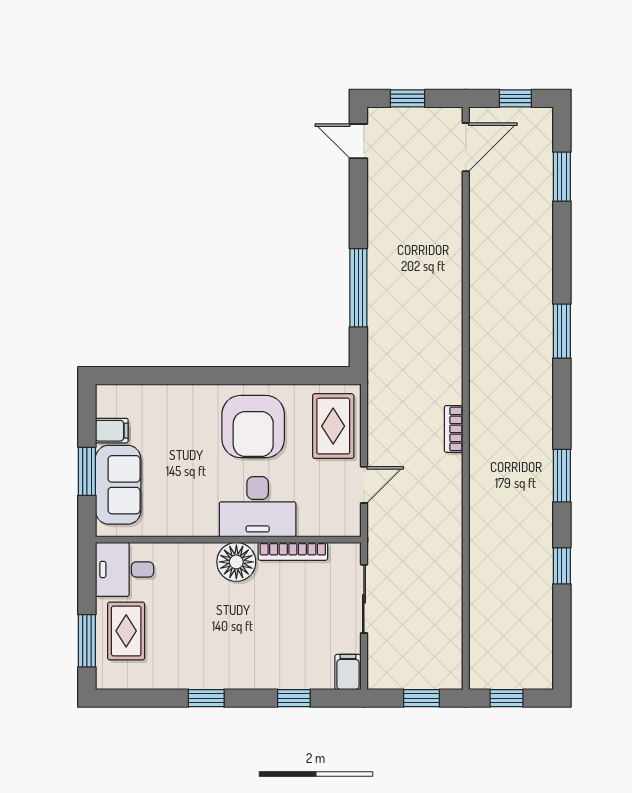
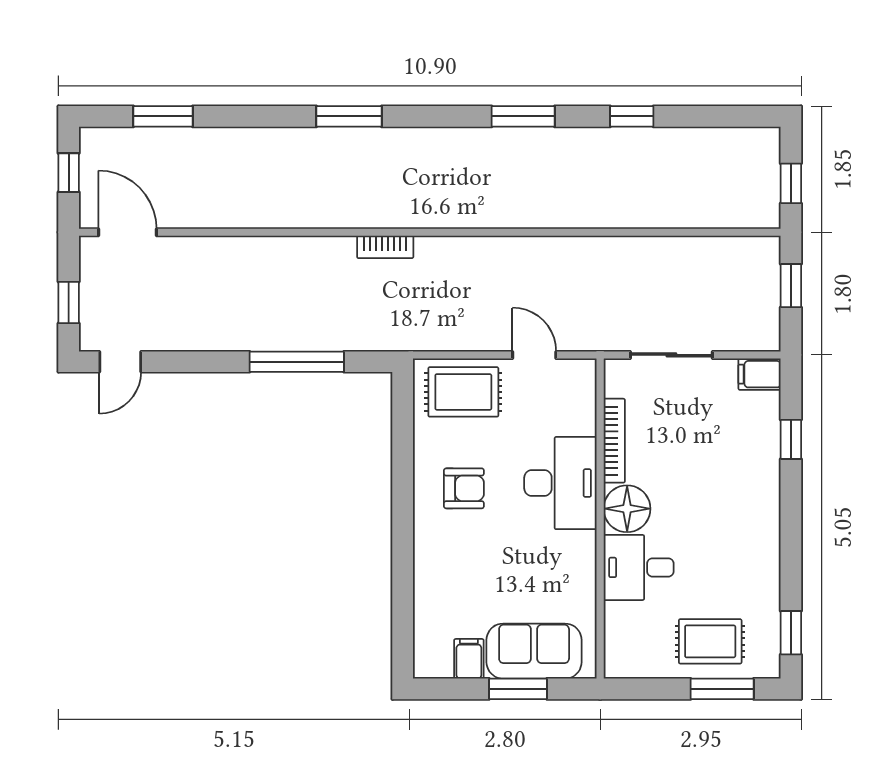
armchair: (253, 427) -> (464, 488), width x0.53, depth x0.53
bookcase: (454, 429) -> (385, 247), moved
desk: (124, 569) -> (639, 567), moved, turned 90
window: (206, 698) -> (791, 633), moved

